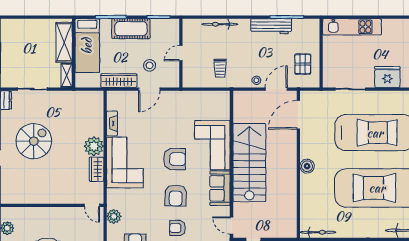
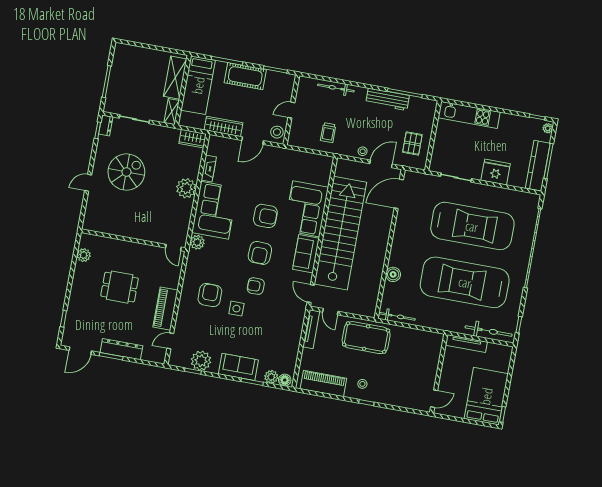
stool: (150, 65) -> (277, 132), moved
stairs: (249, 163) -> (340, 233), width x1.36
boiler: (307, 166) -> (393, 274), moved
wardrobe: (97, 169) -> (193, 139), moved, turned -90
plant: (114, 216) -> (197, 242), moved

